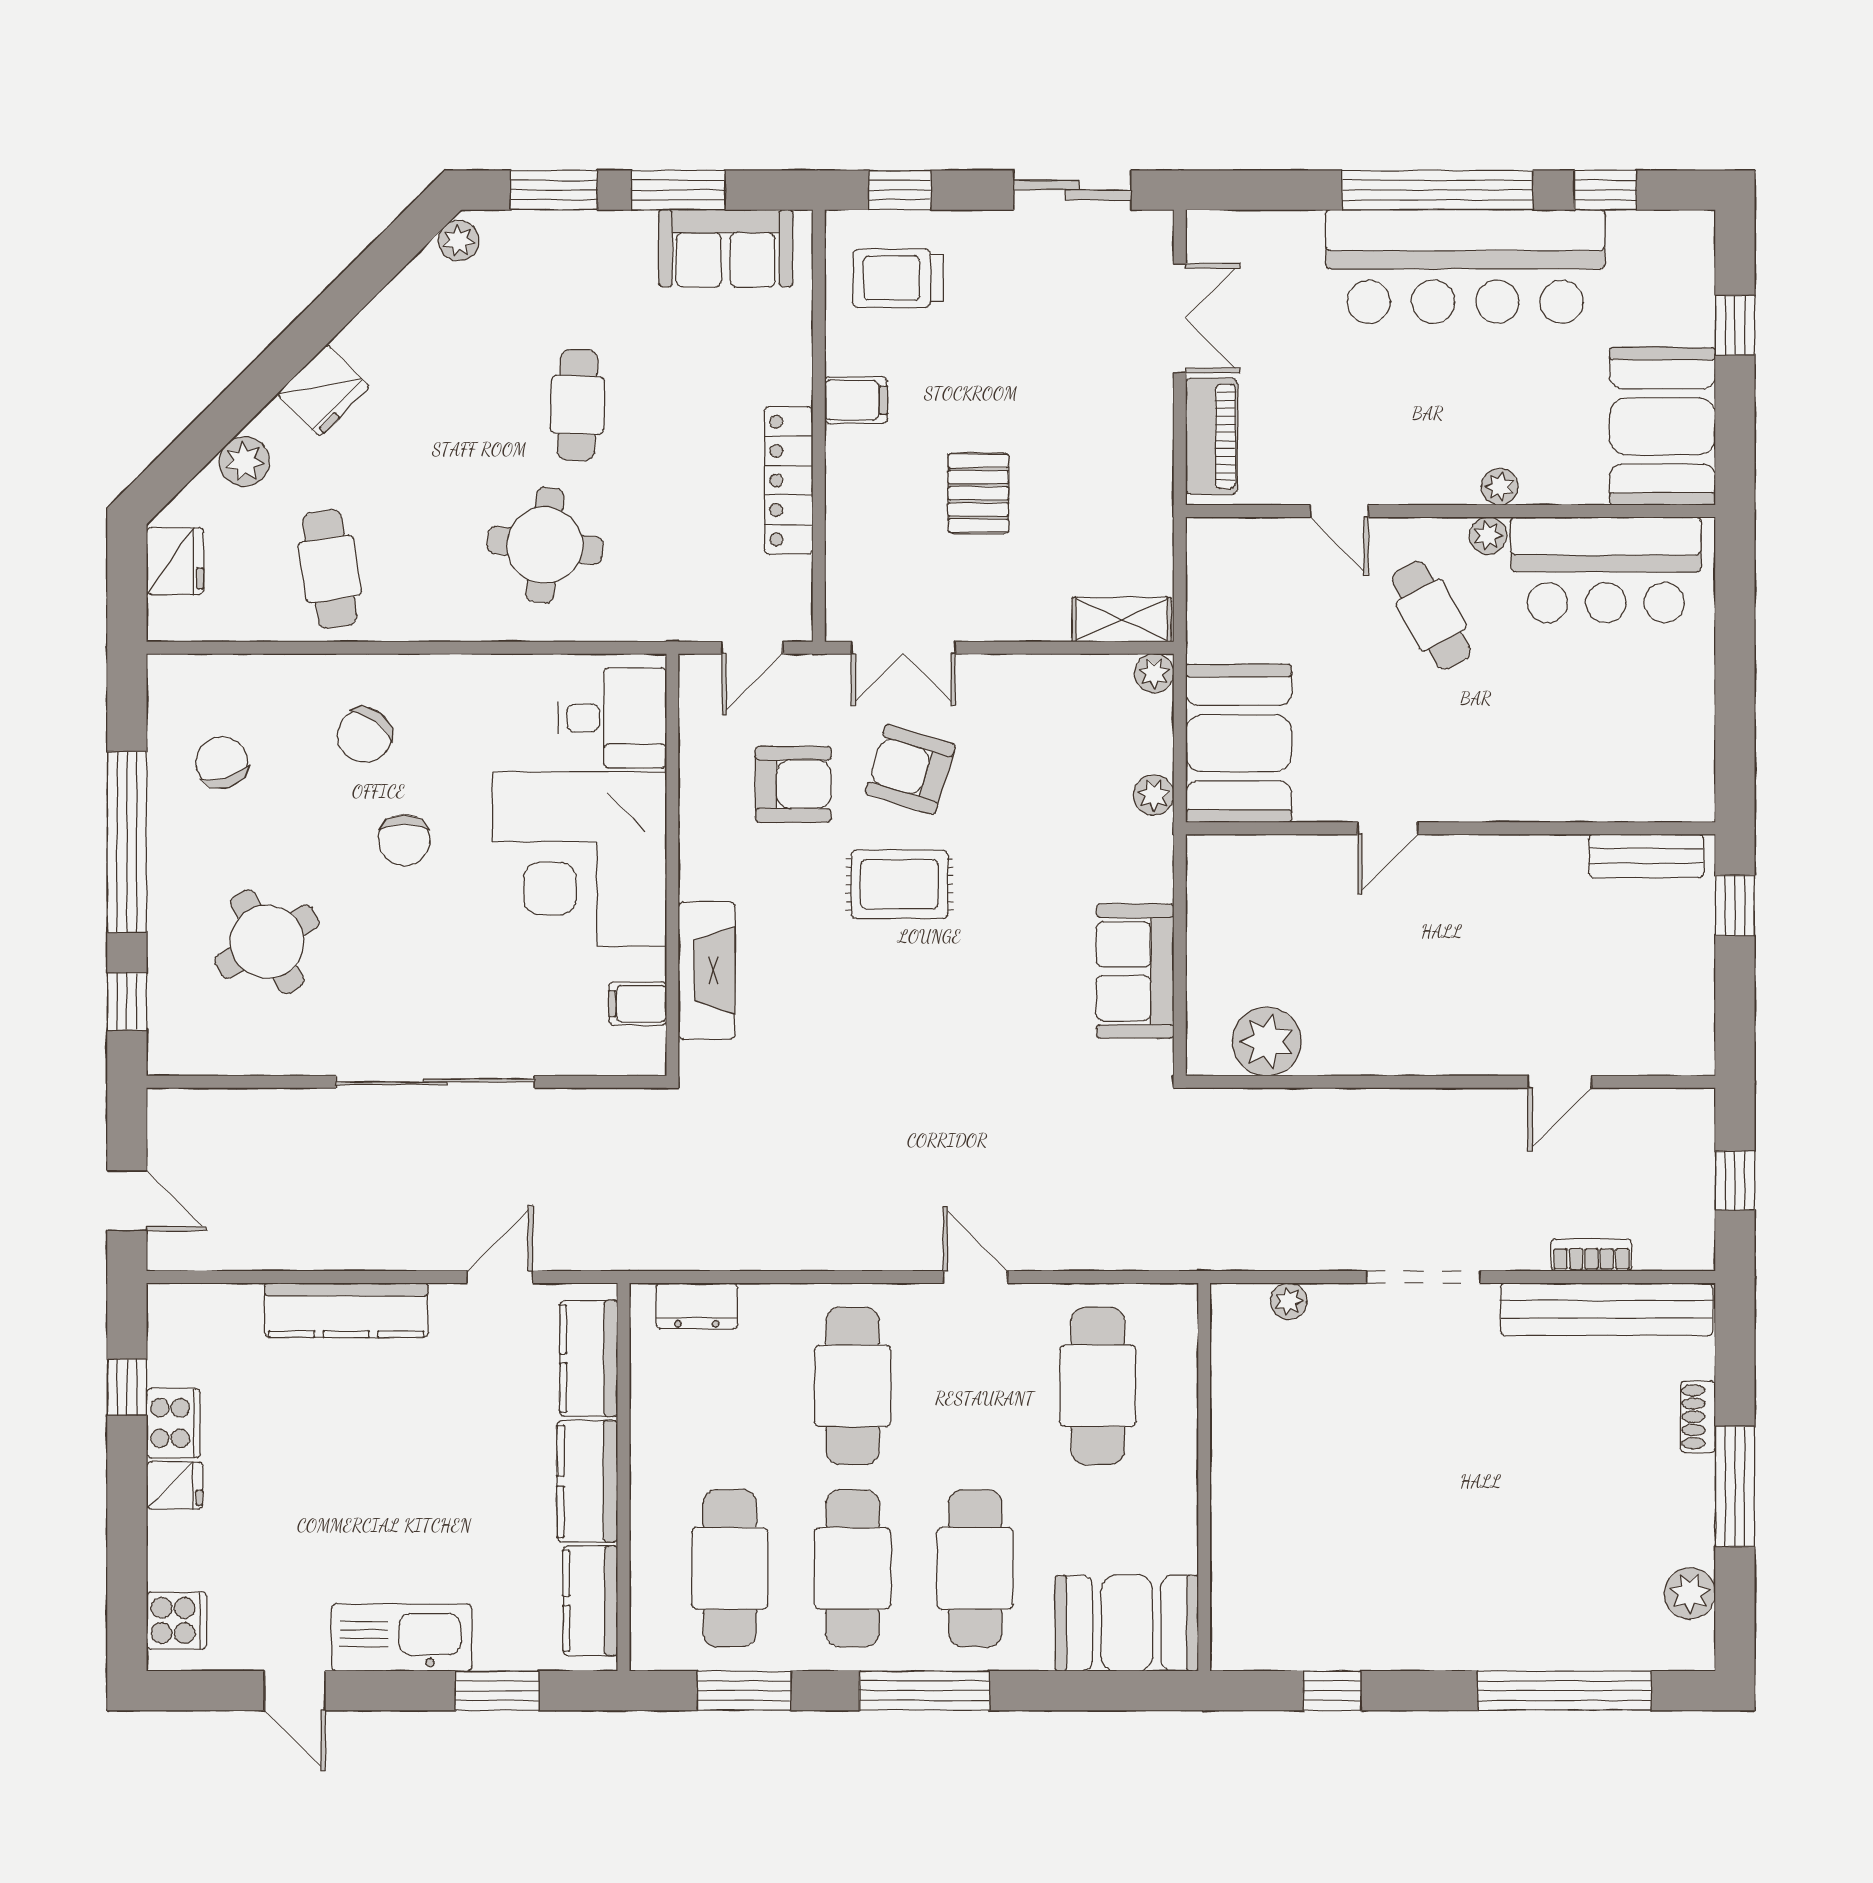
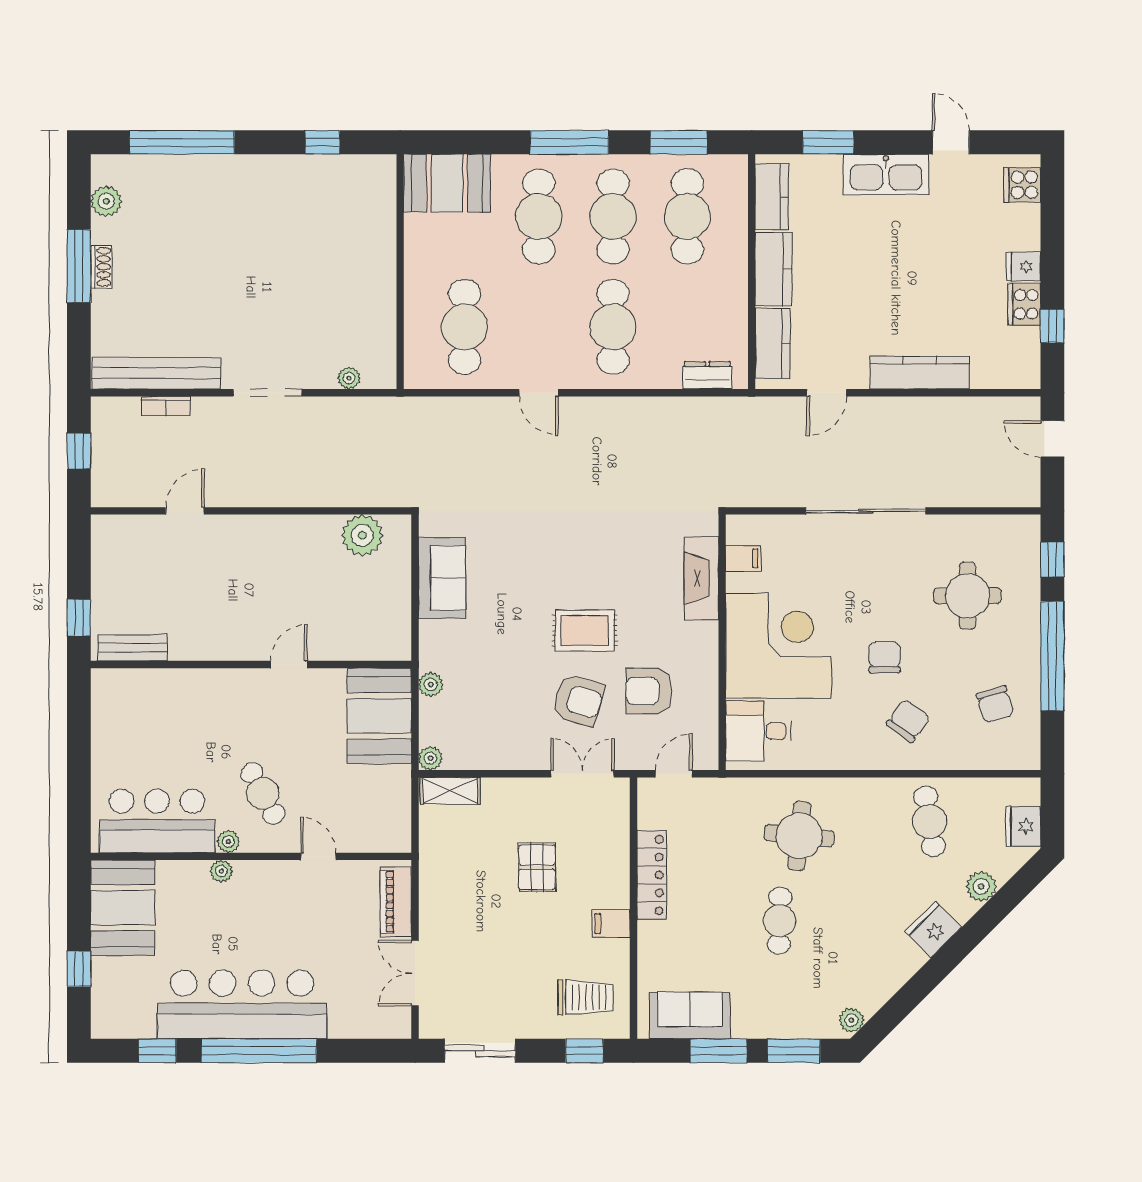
round table: (267, 942) -> (968, 596), turned 30
shoe rack: (1698, 1417) -> (101, 267), moved

